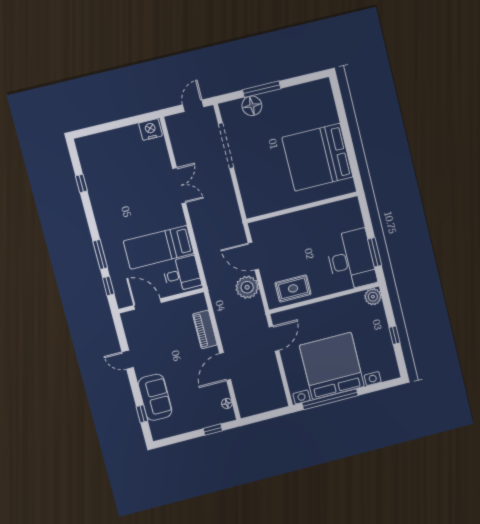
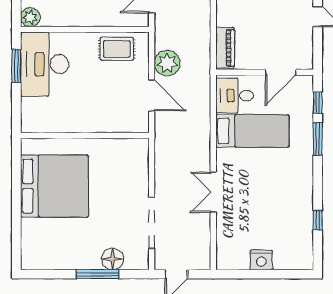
nightstand: (151, 129) -> (261, 260), moved
door: (147, 304) -> (281, 72), hinge flipped
piano: (205, 329) -> (225, 48), moved

